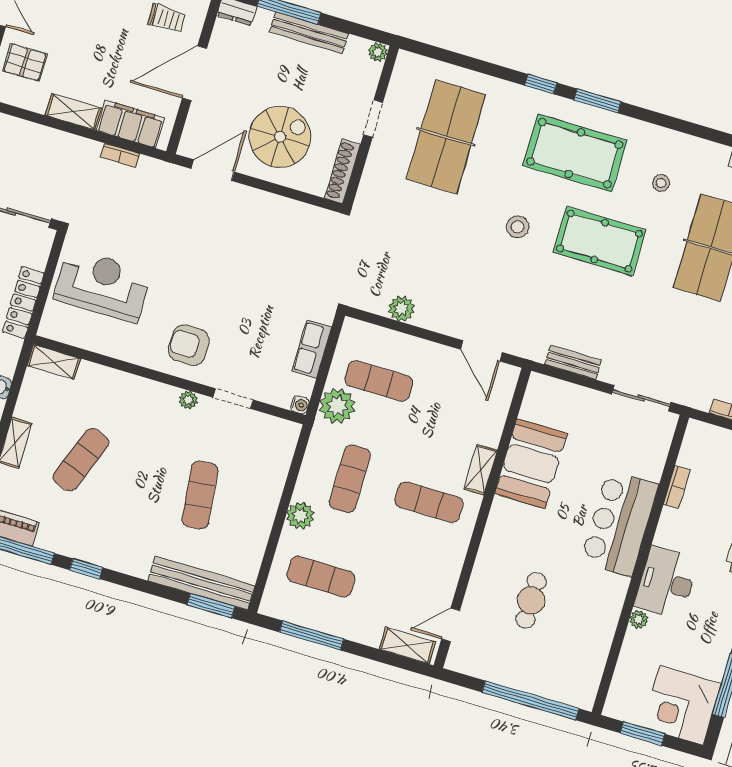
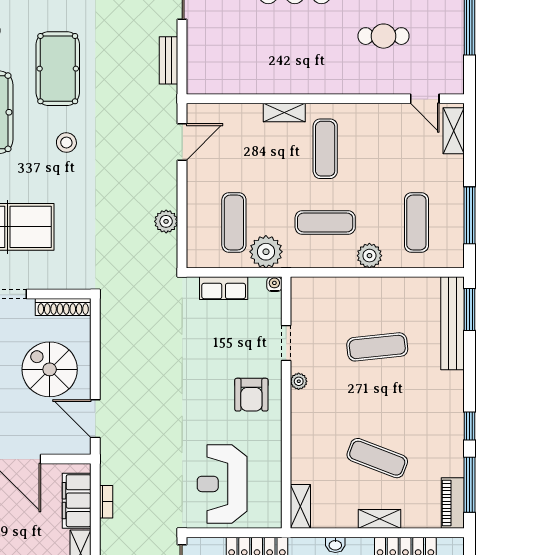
booth: (531, 464) -> (266, 71), removed

